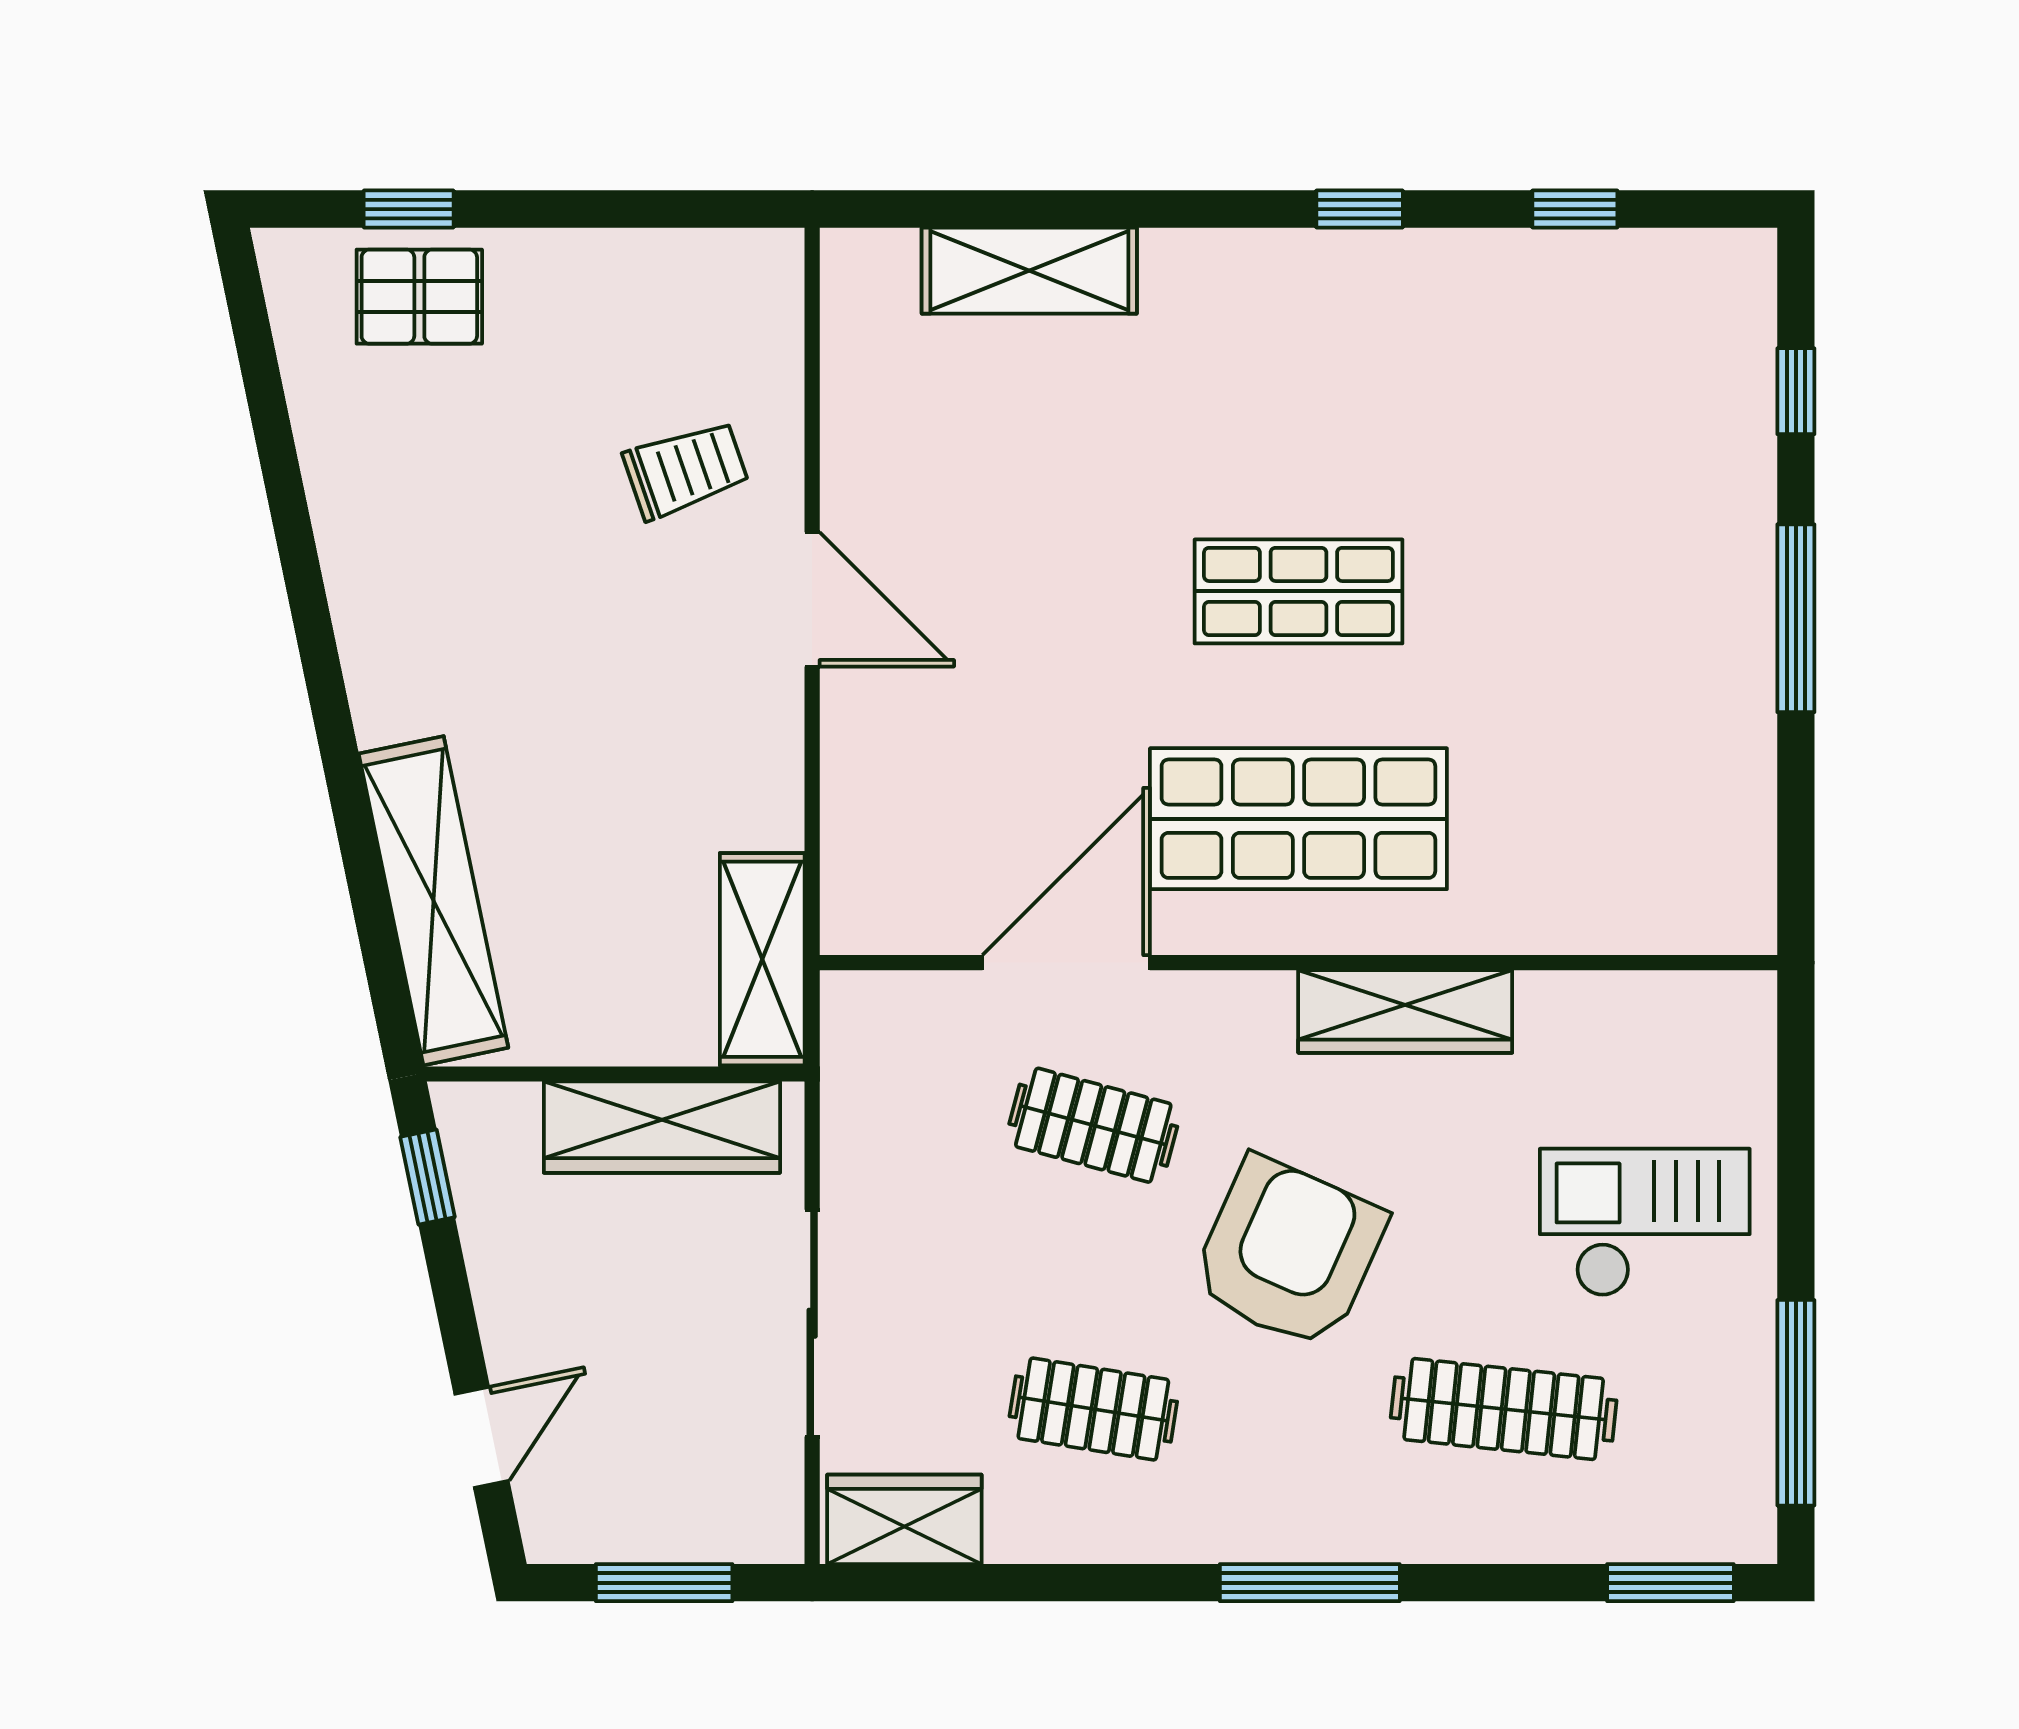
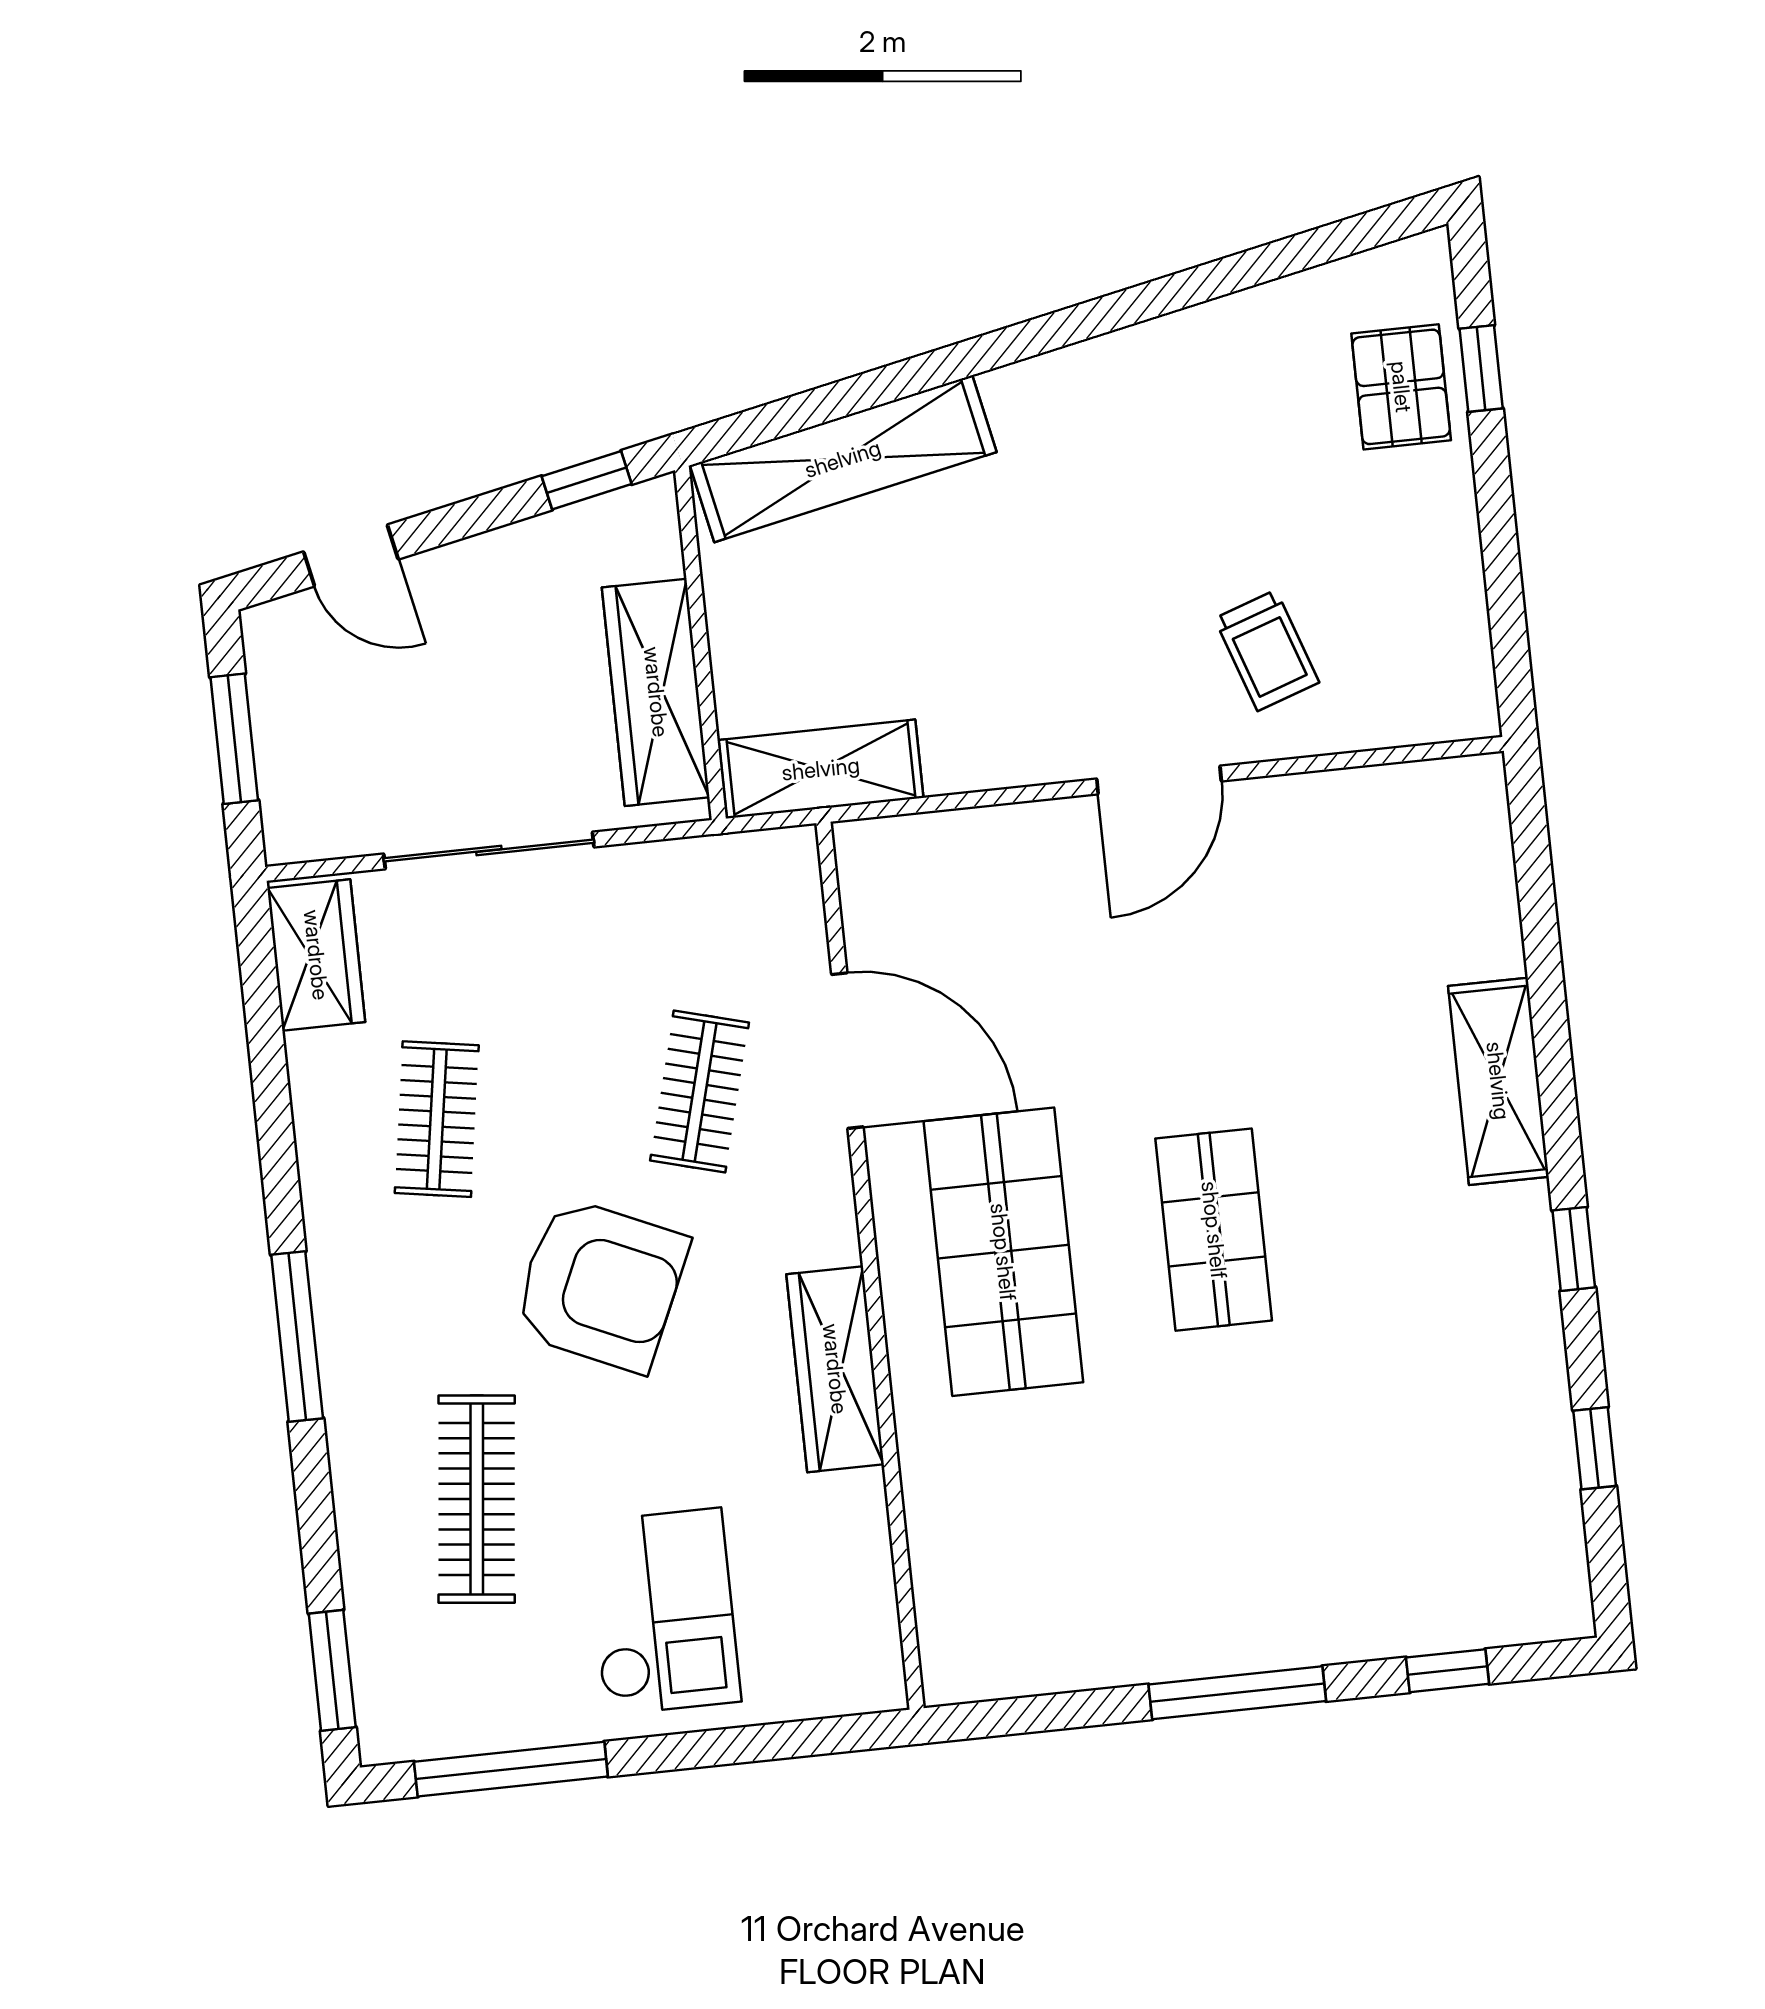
shelving: (1029, 271) -> (1498, 1081), moved

